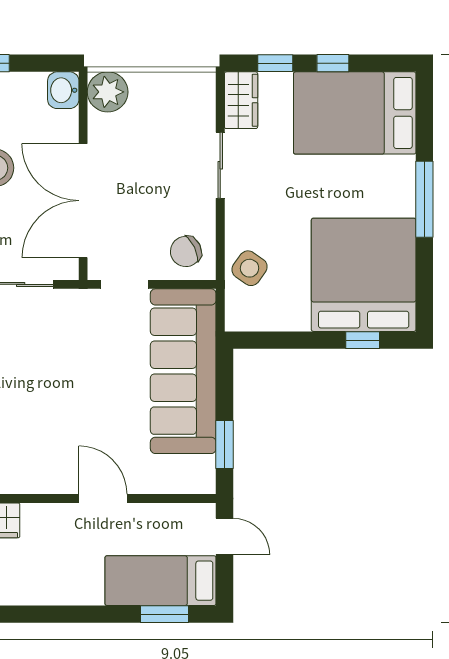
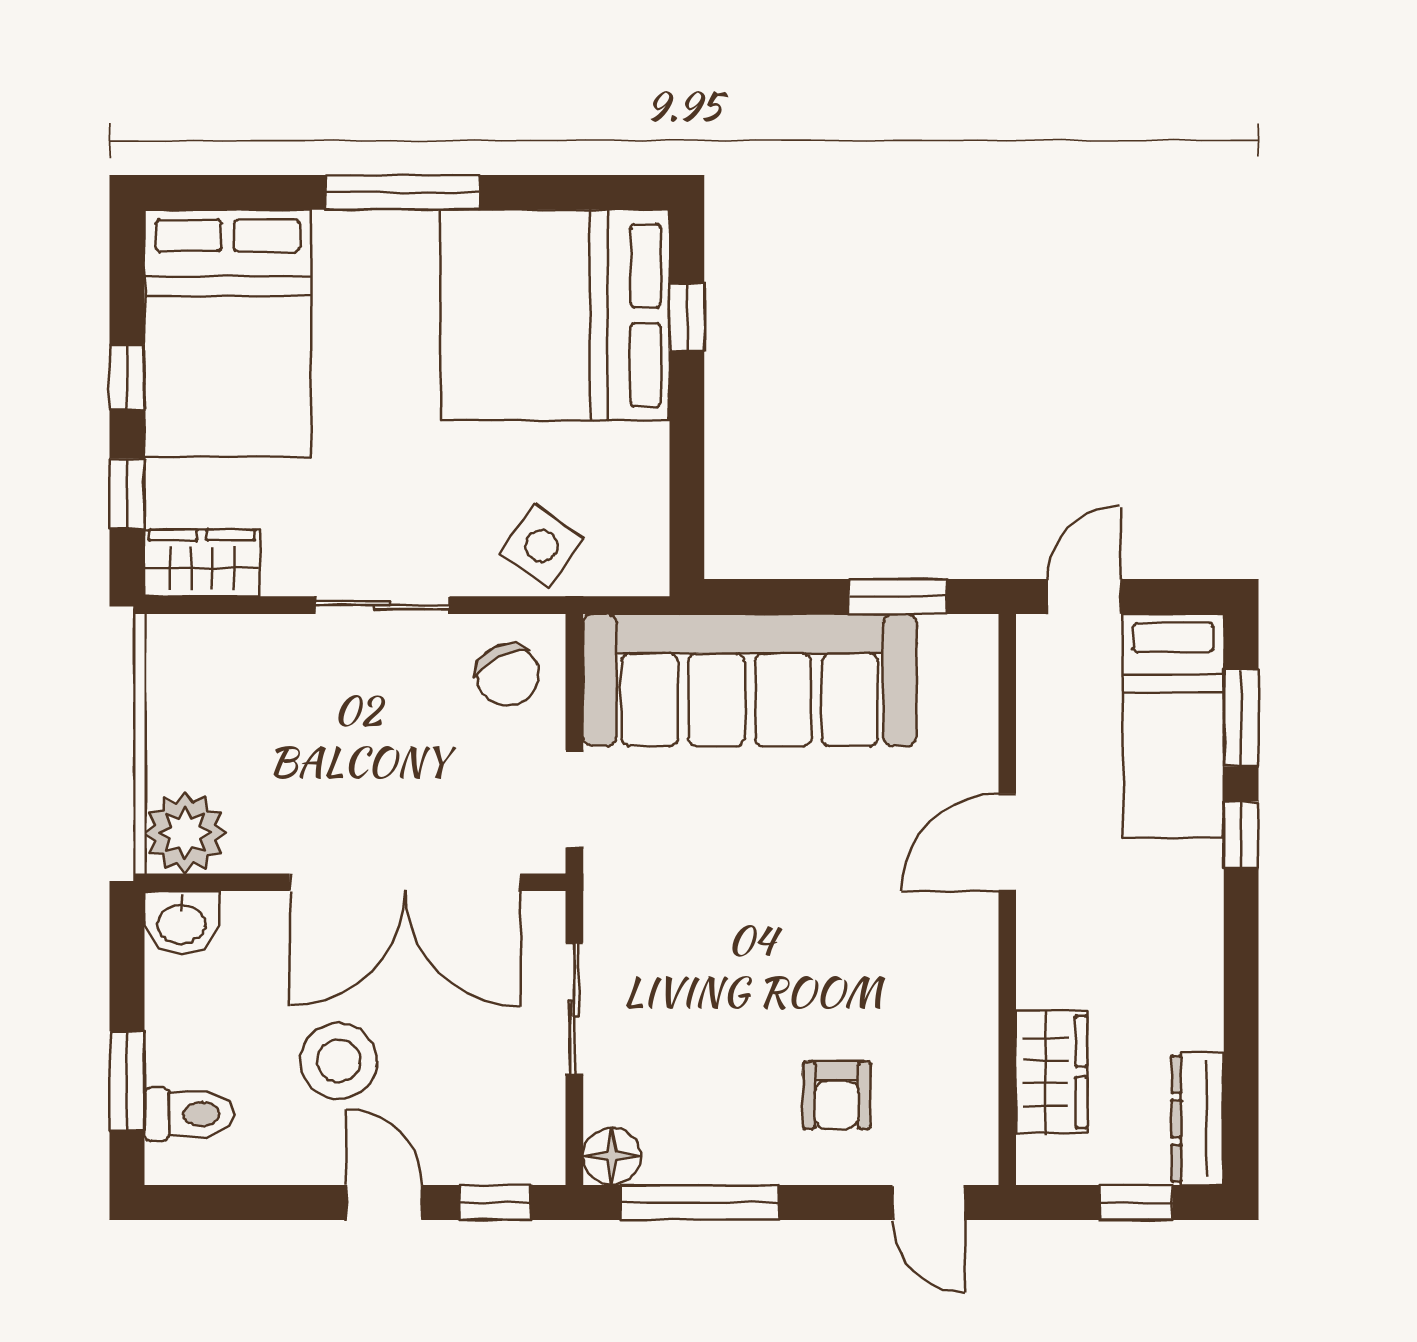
sliding door: (220, 165) -> (382, 605), moved
window: (107, 614) -> (1241, 835), added

